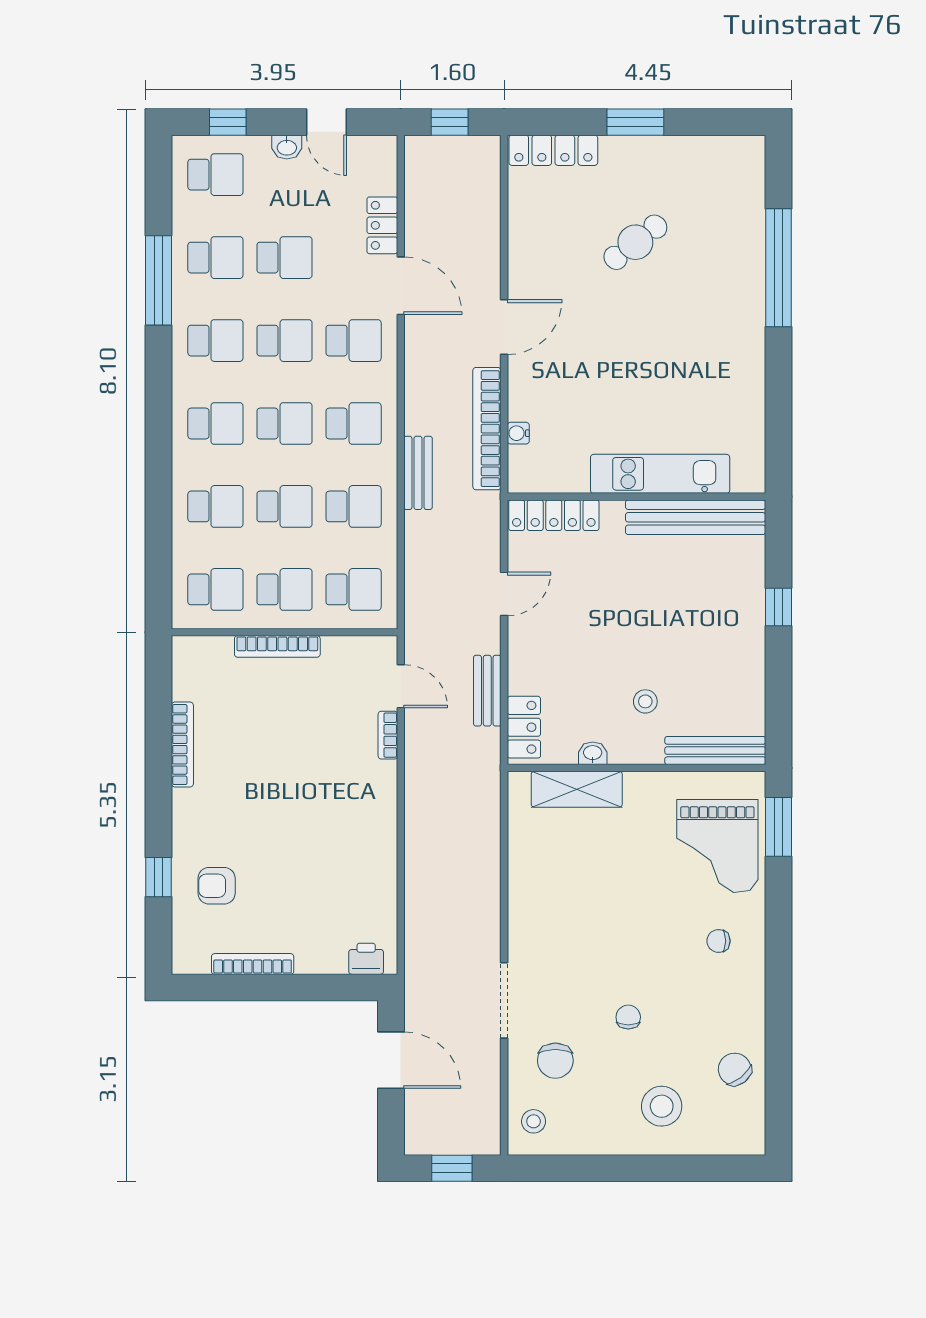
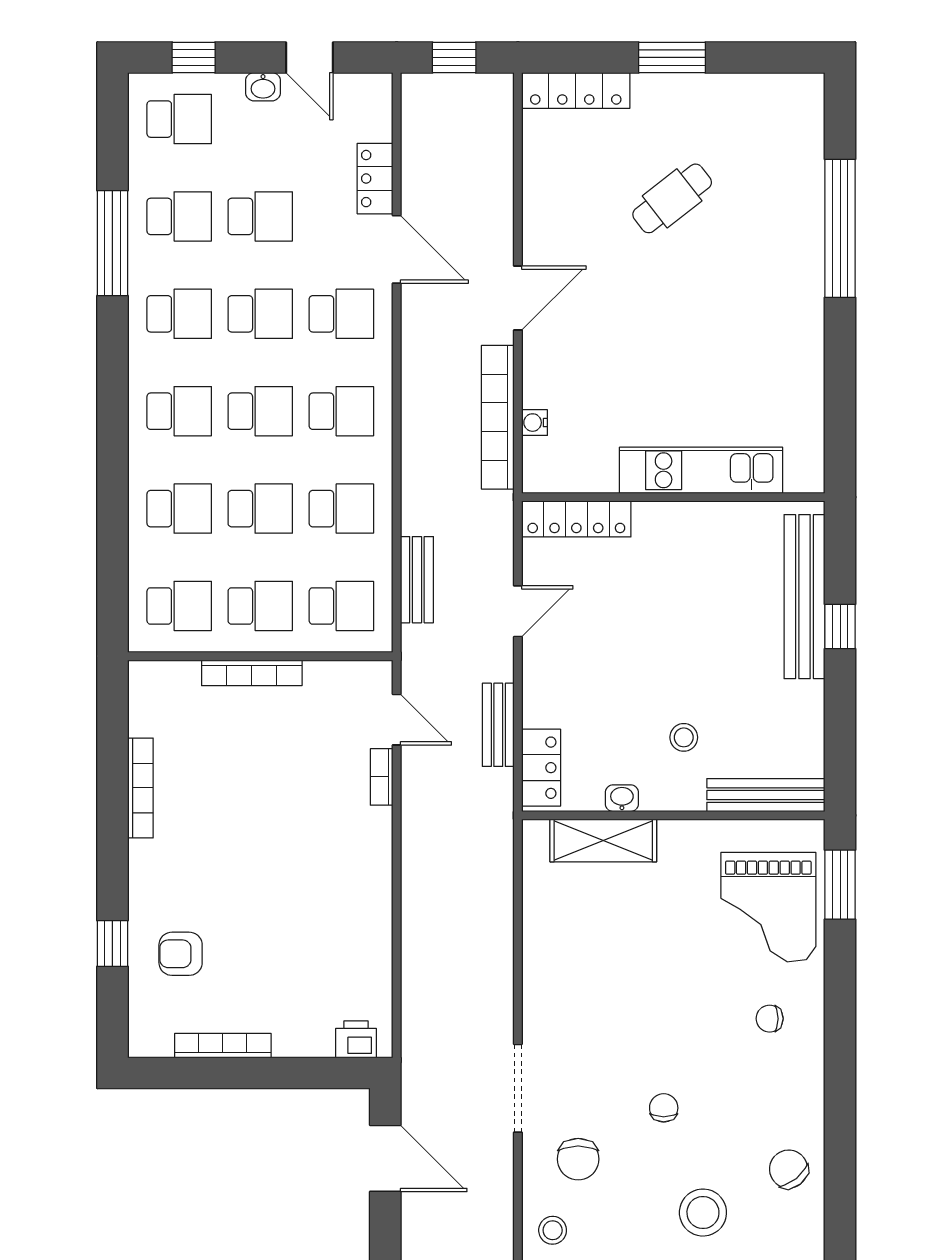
bench: (418, 473) -> (417, 580), moved
bench: (696, 517) -> (805, 597), moved, turned 90

